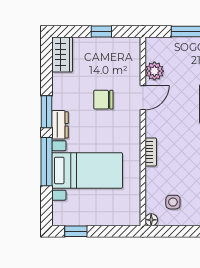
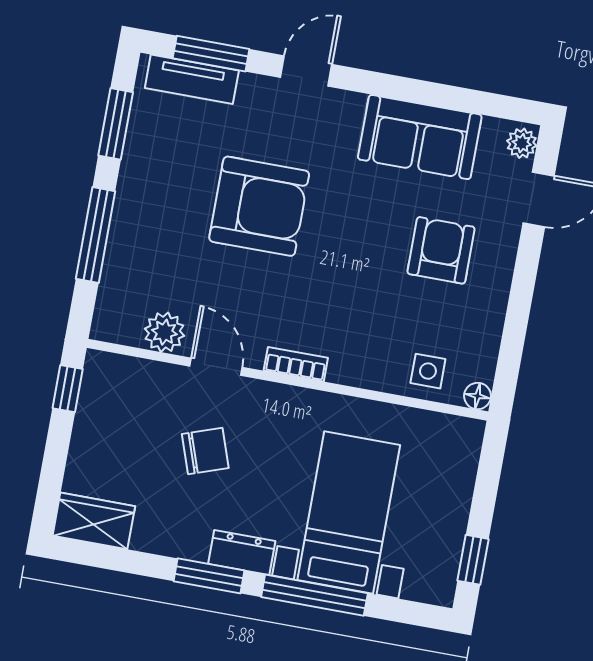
window: (101, 31) -> (68, 389), moved
chair: (103, 100) -> (205, 451), turned -109
bookcase: (151, 152) -> (296, 364), moved
side table: (173, 202) -> (428, 371), moved

